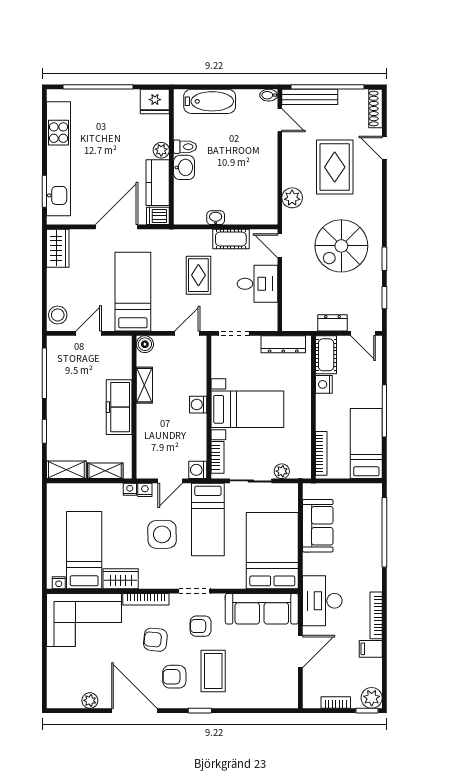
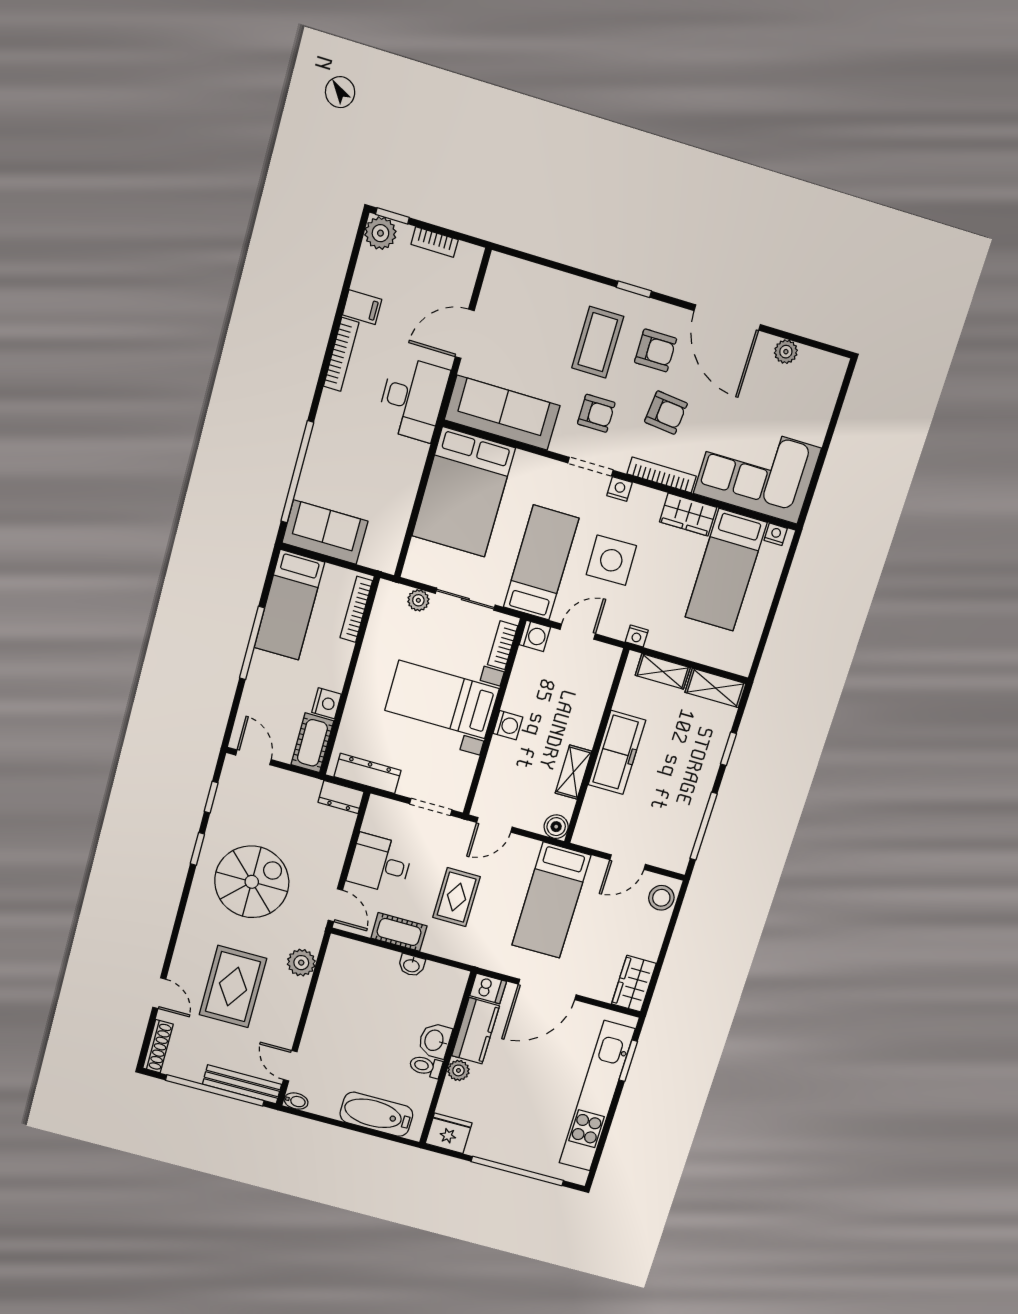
dresser: (332, 323) -> (341, 797), moved
nightstand: (145, 490) -> (619, 489), moved, turned 180
sofa: (318, 526) -> (325, 532), moved, turned 90

